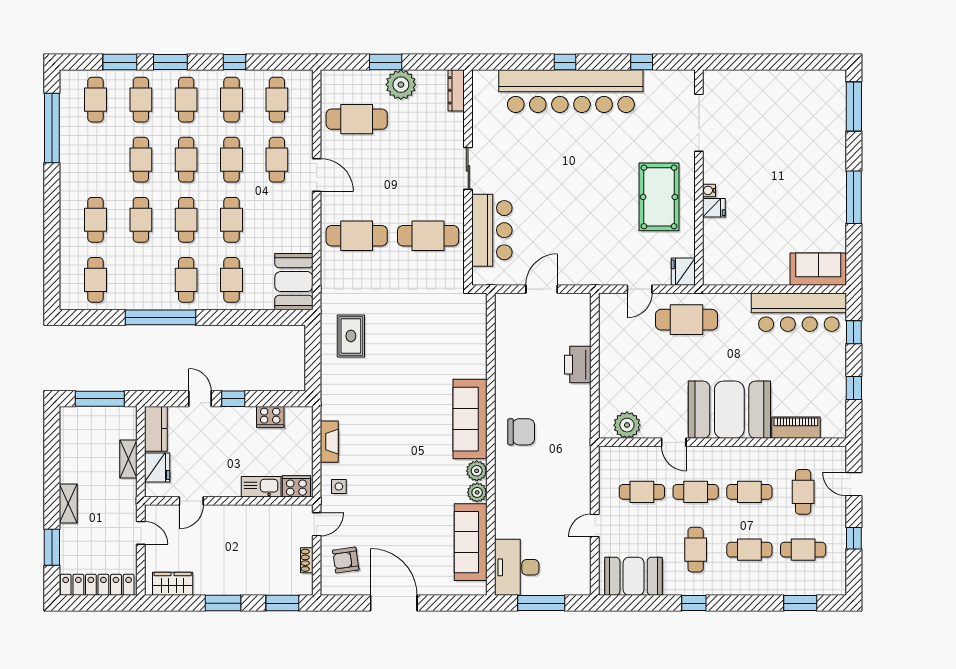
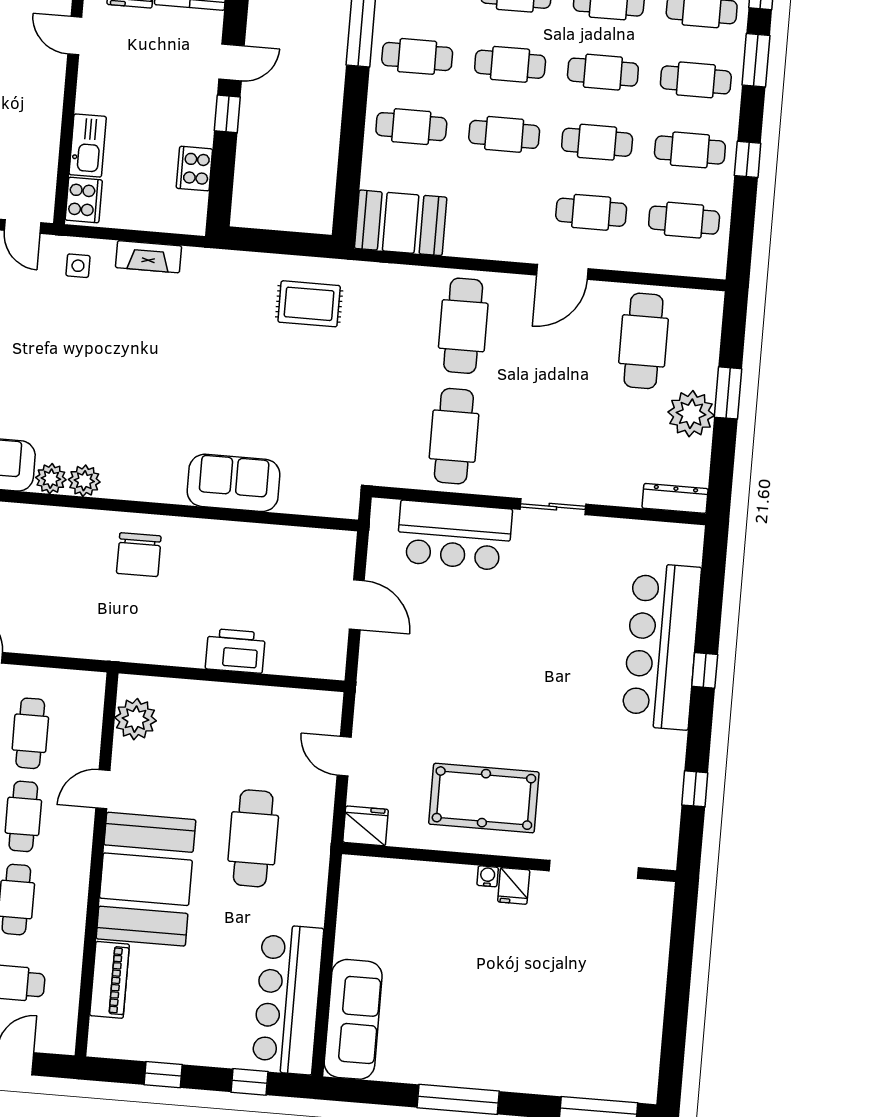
bar counter: (571, 91) -> (661, 646), width x0.73
fridge: (714, 208) -> (514, 886), moved
sofa: (818, 269) -> (353, 1019), width x1.36
cafe table: (687, 320) -> (253, 838), moved
sofa: (470, 419) -> (234, 483), moved, width x0.73

